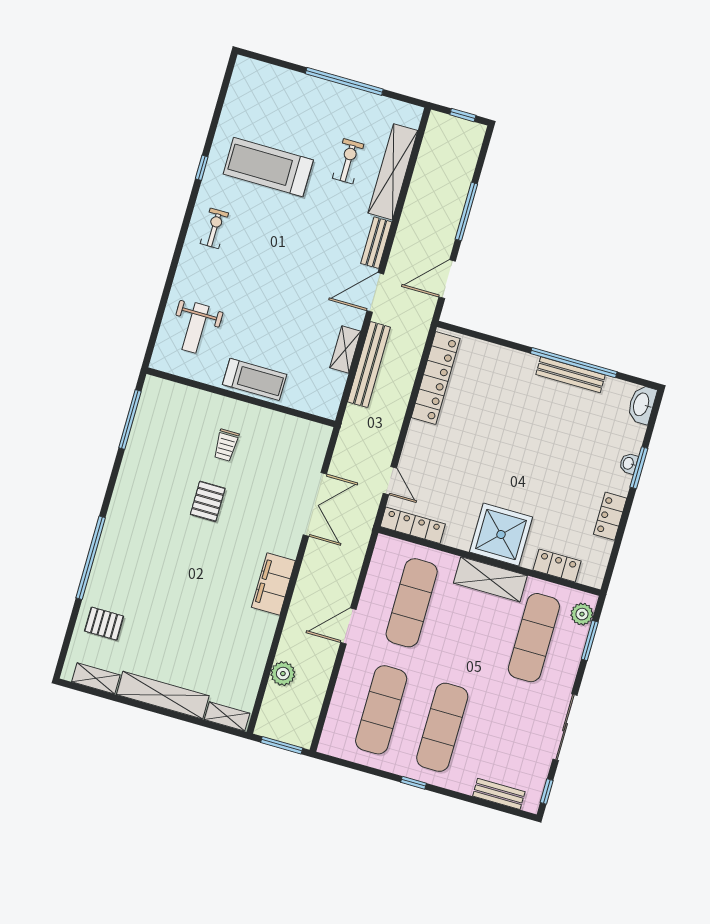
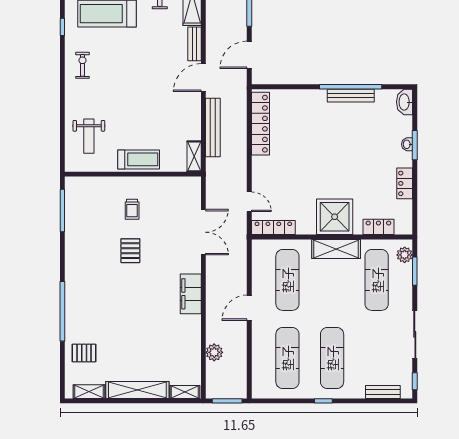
shelving: (345, 350) -> (194, 156), moved

